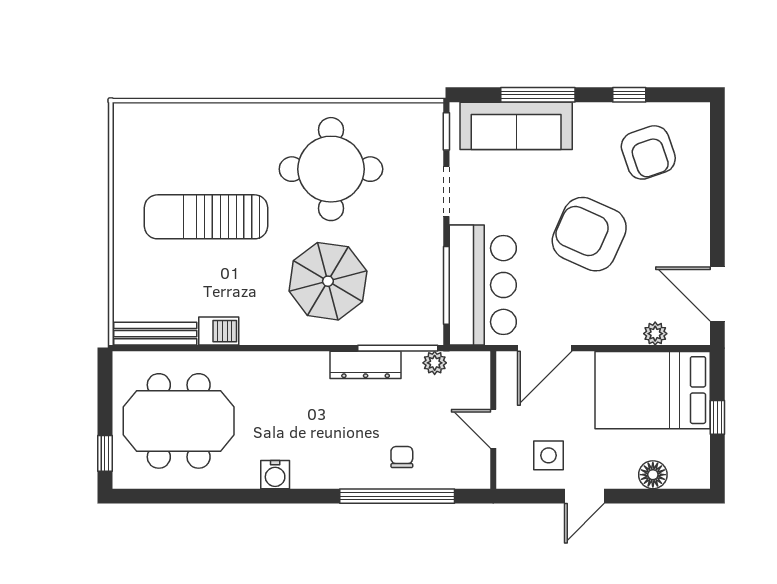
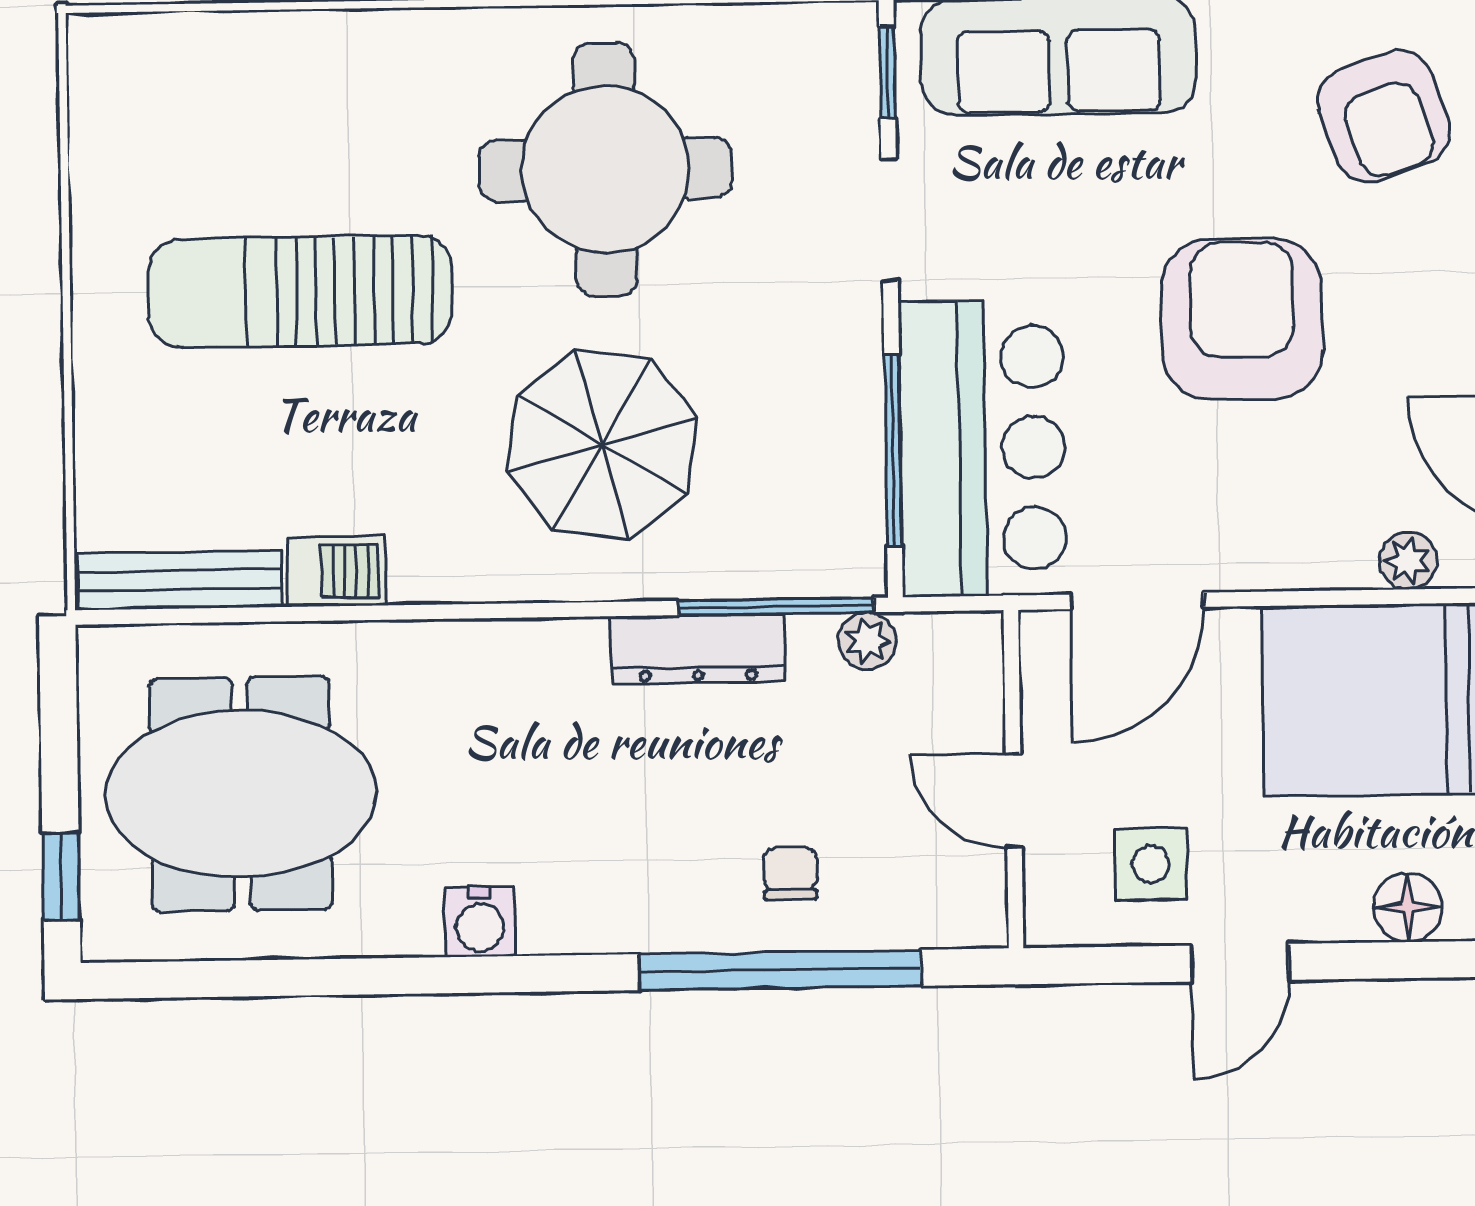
armchair: (589, 234) -> (1242, 319), turned 66

